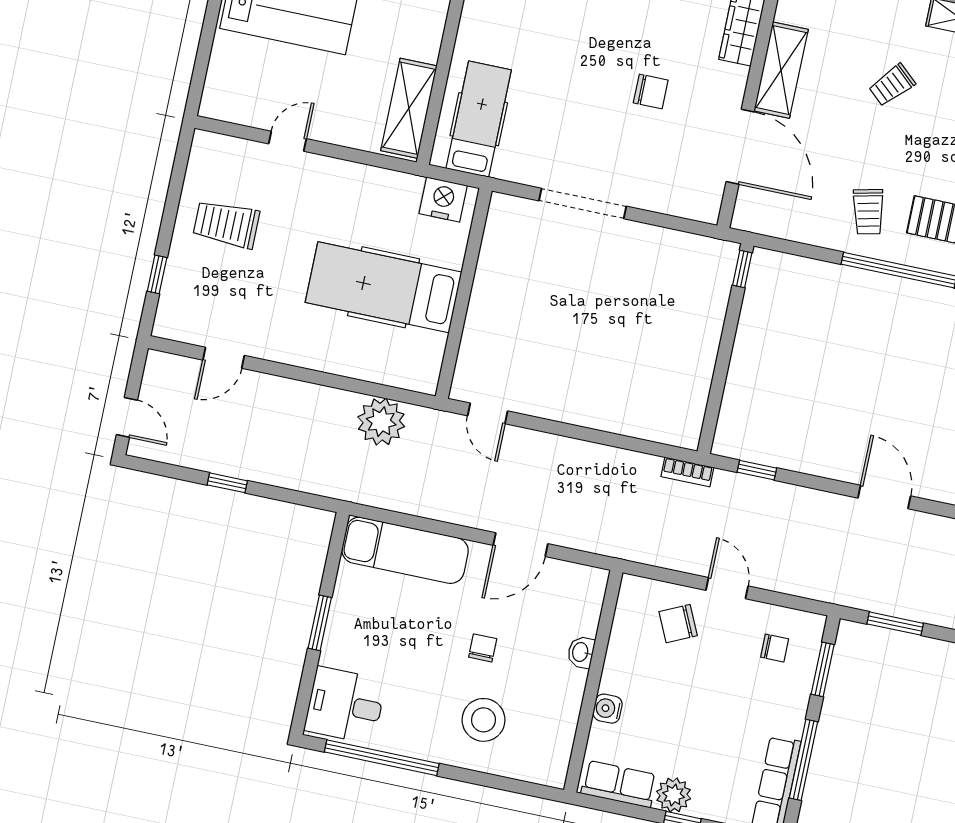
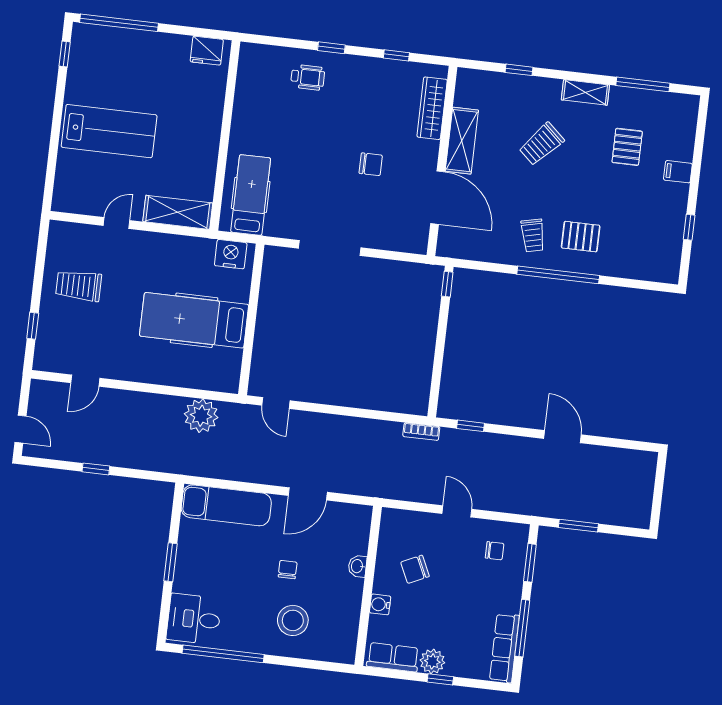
trolley: (892, 85) -> (541, 144), width x1.36, depth x1.39
shelving: (409, 108) -> (178, 212), moved, turned 90
chair: (678, 624) -> (415, 569), moved

